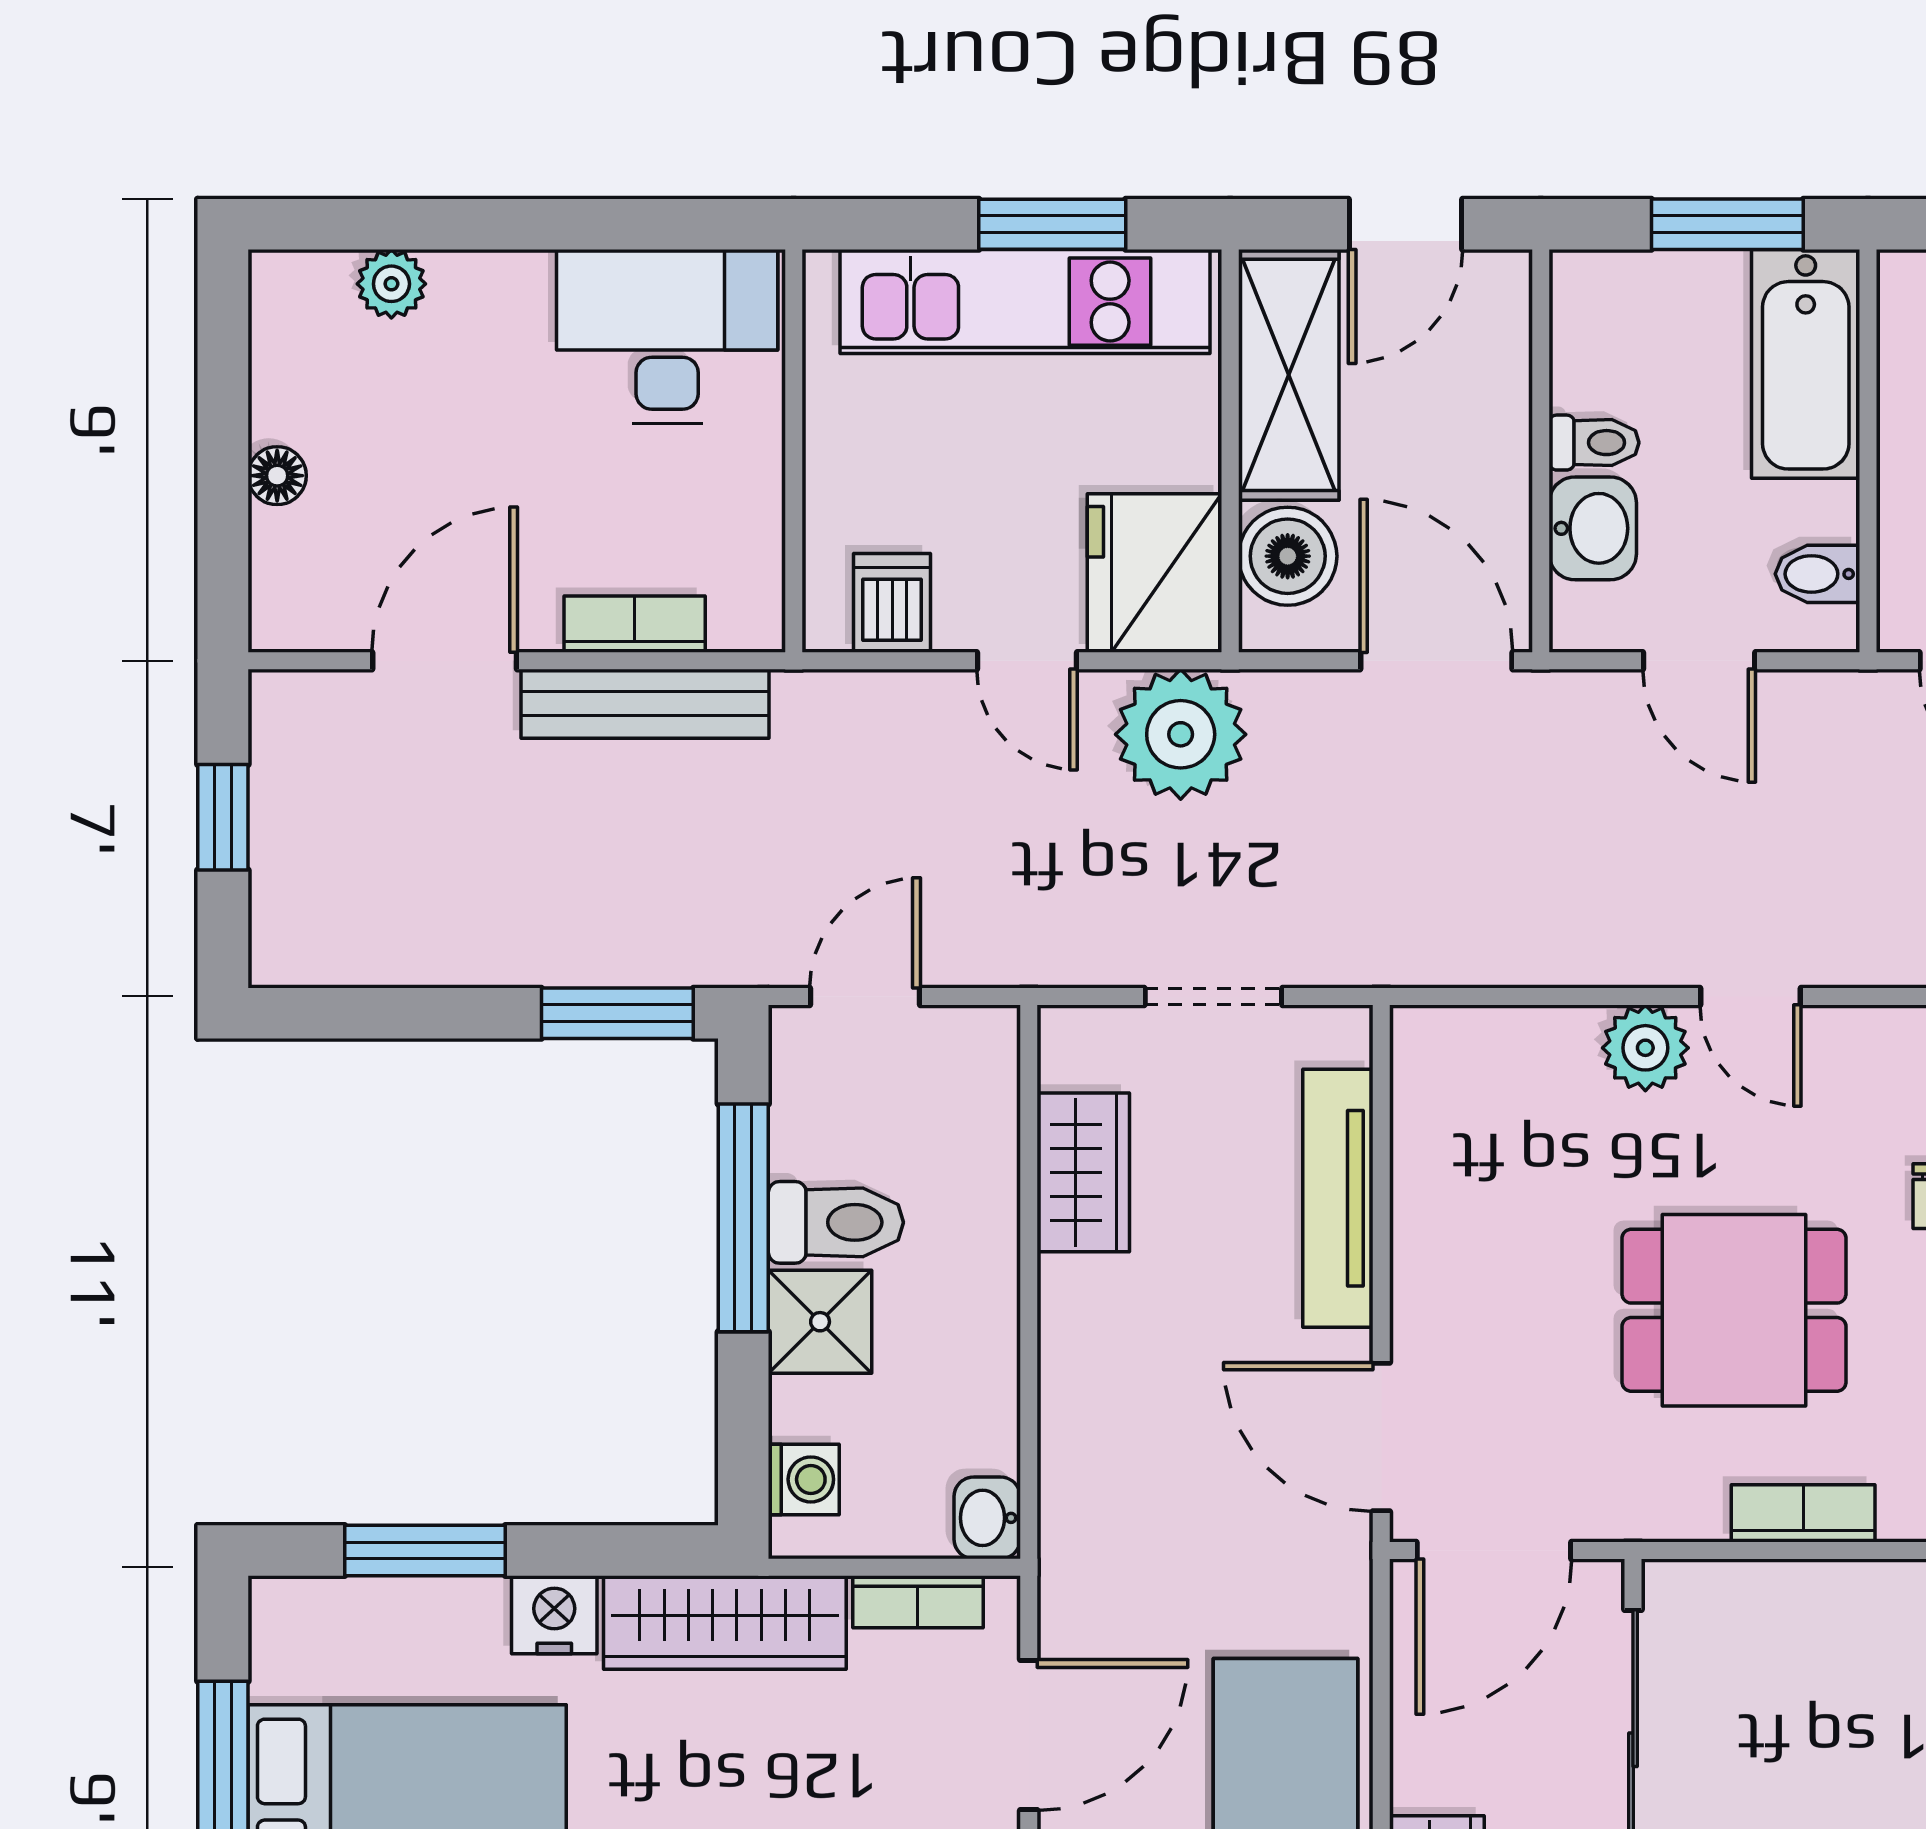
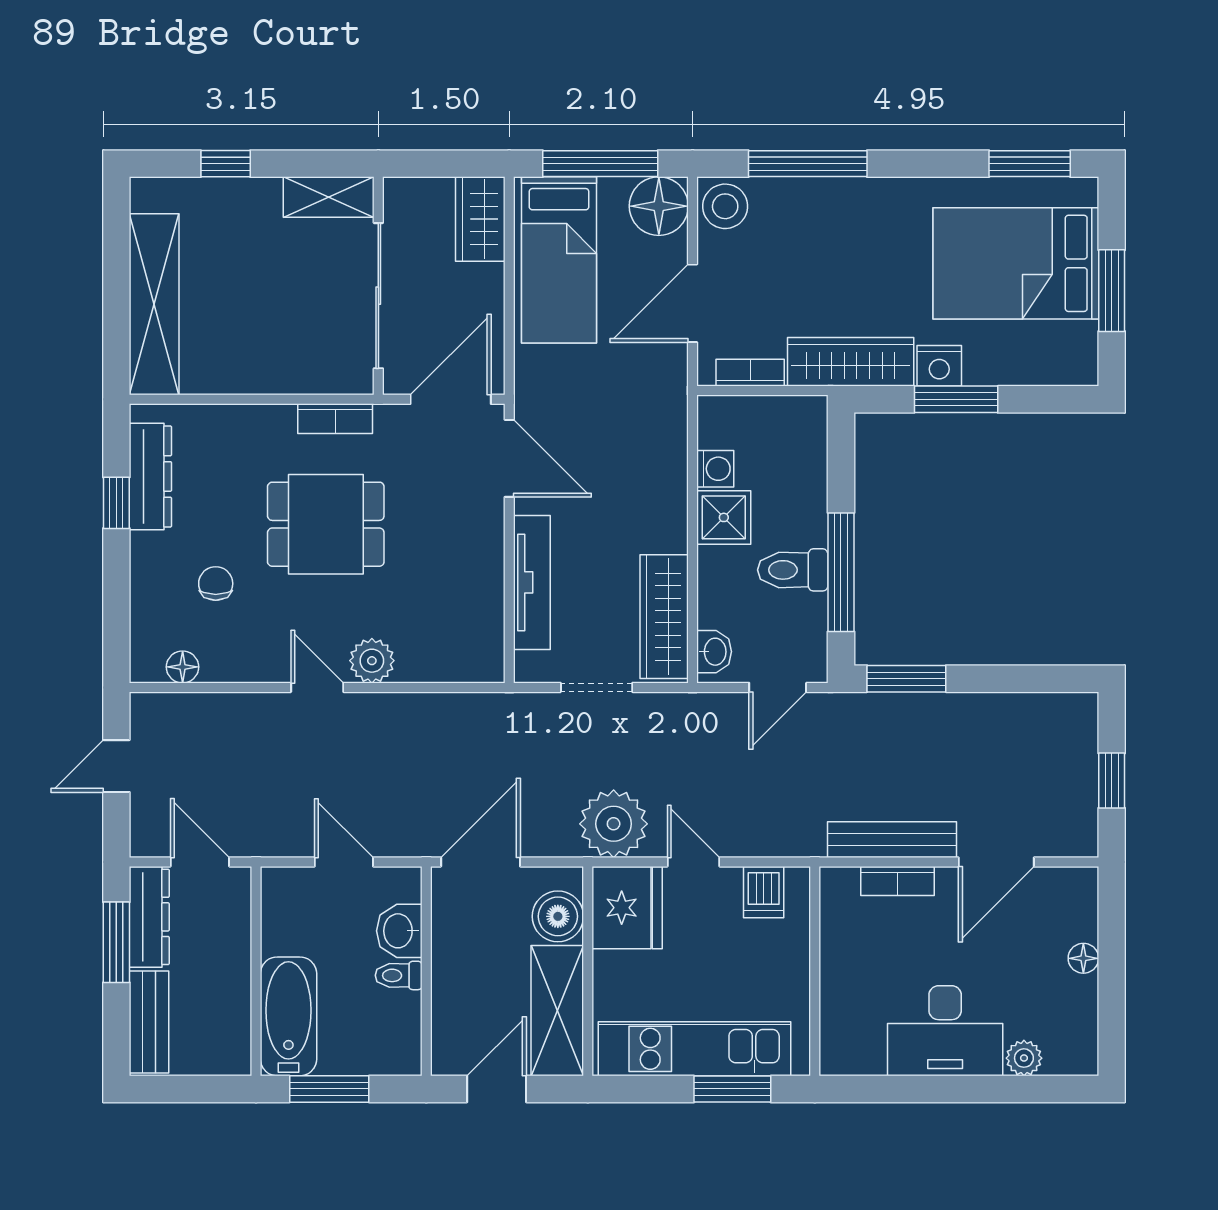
window: (1052, 224) -> (732, 1089), moved
desk: (667, 336) -> (945, 1031), moved
bidet: (1817, 574) -> (282, 907), removed
door: (1436, 661) -> (481, 862), swing flipped
wardrobe: (1083, 1172) -> (664, 617), width x1.50
shower: (820, 1322) -> (724, 517), moved
washing machine: (804, 1479) -> (715, 469), moved, turned 180
bookcase: (1803, 1513) -> (335, 419), moved
washbasin: (987, 1518) -> (714, 652), moved
window: (425, 1550) -> (956, 399), moved

